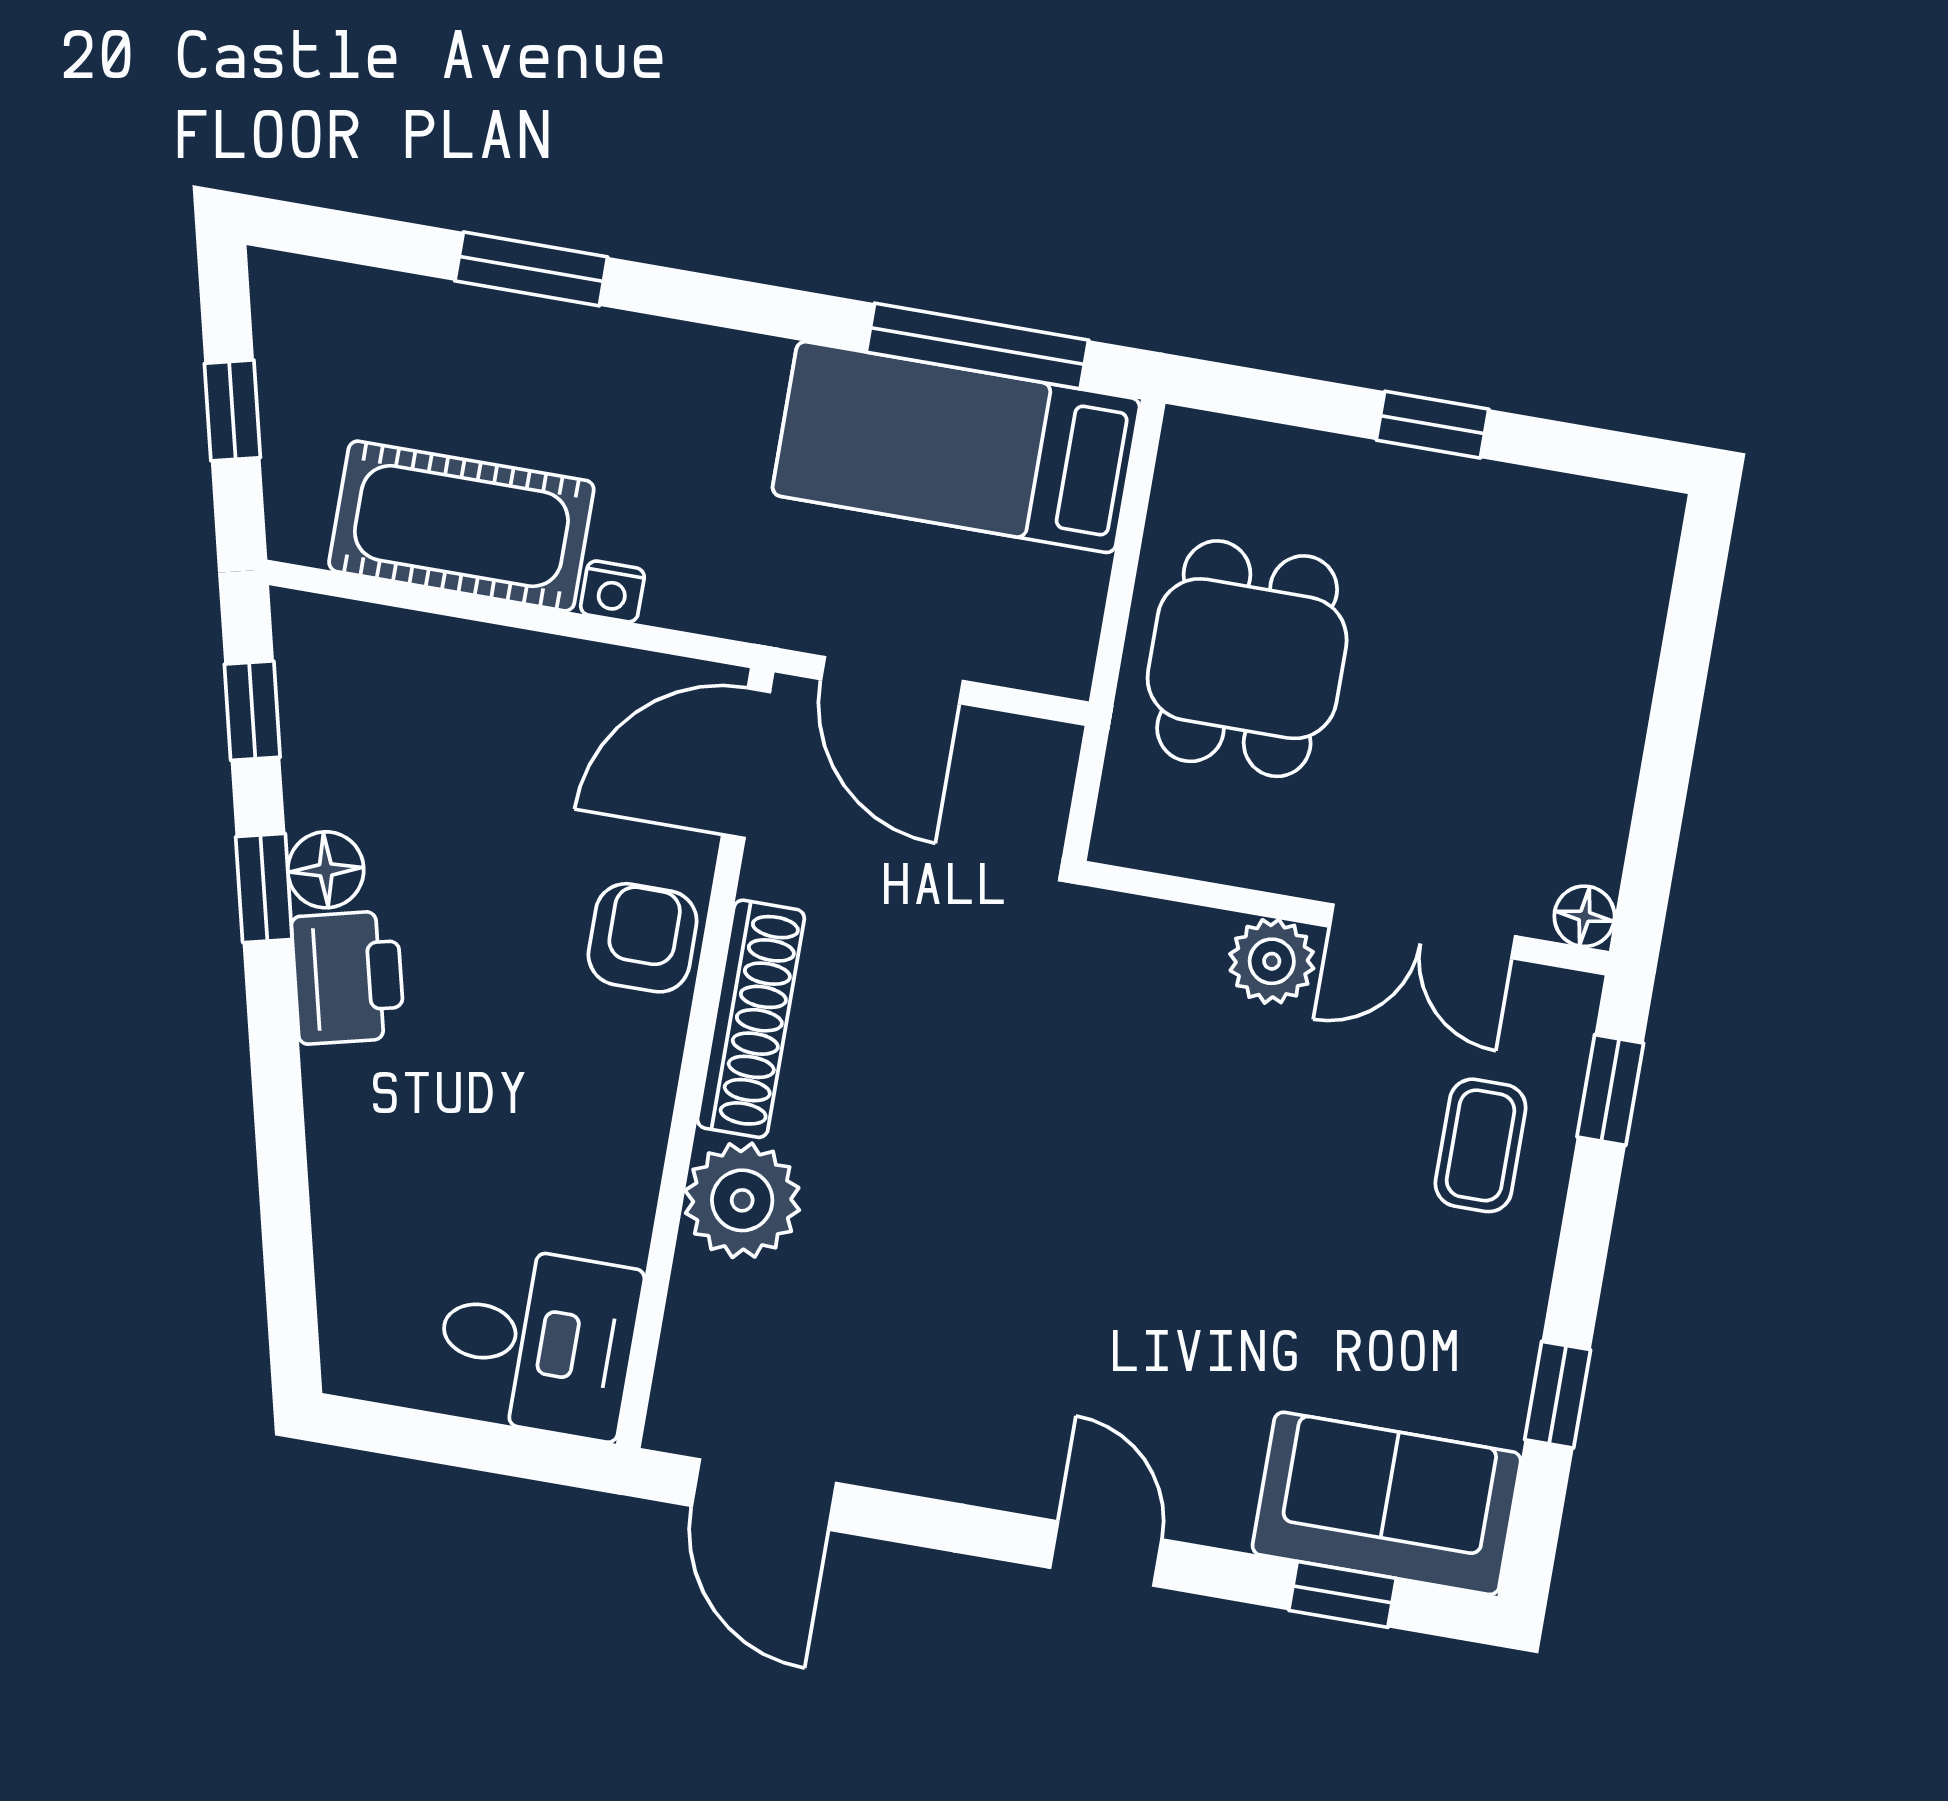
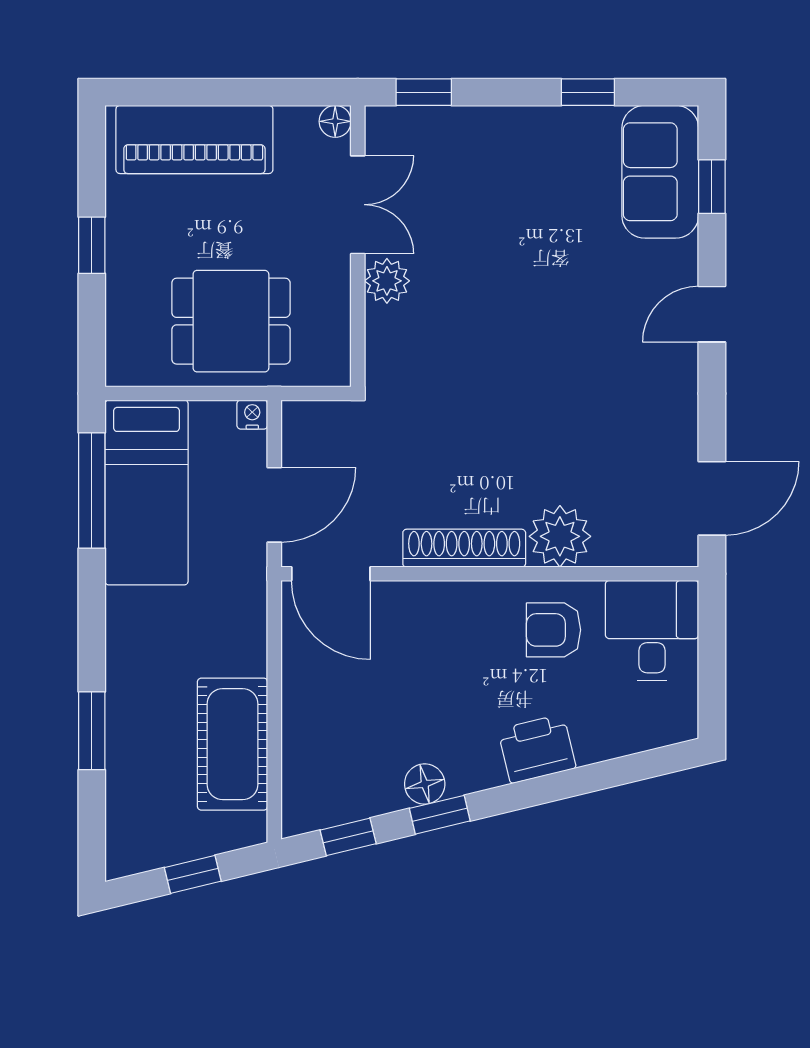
nightstand: (612, 591) -> (252, 415), moved, turned -90
piano: (1596, 649) -> (194, 139), added
armchair: (643, 938) -> (553, 630), moved
printer: (348, 977) -> (537, 749), moved
coffee table: (1481, 1145) -> (465, 155), removed

